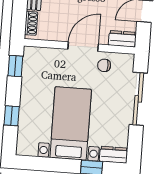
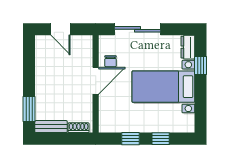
dresser: (122, 39) -> (86, 47), removed
door: (83, 47) -> (96, 81), swing flipped
window: (15, 66) -> (131, 139), moved

